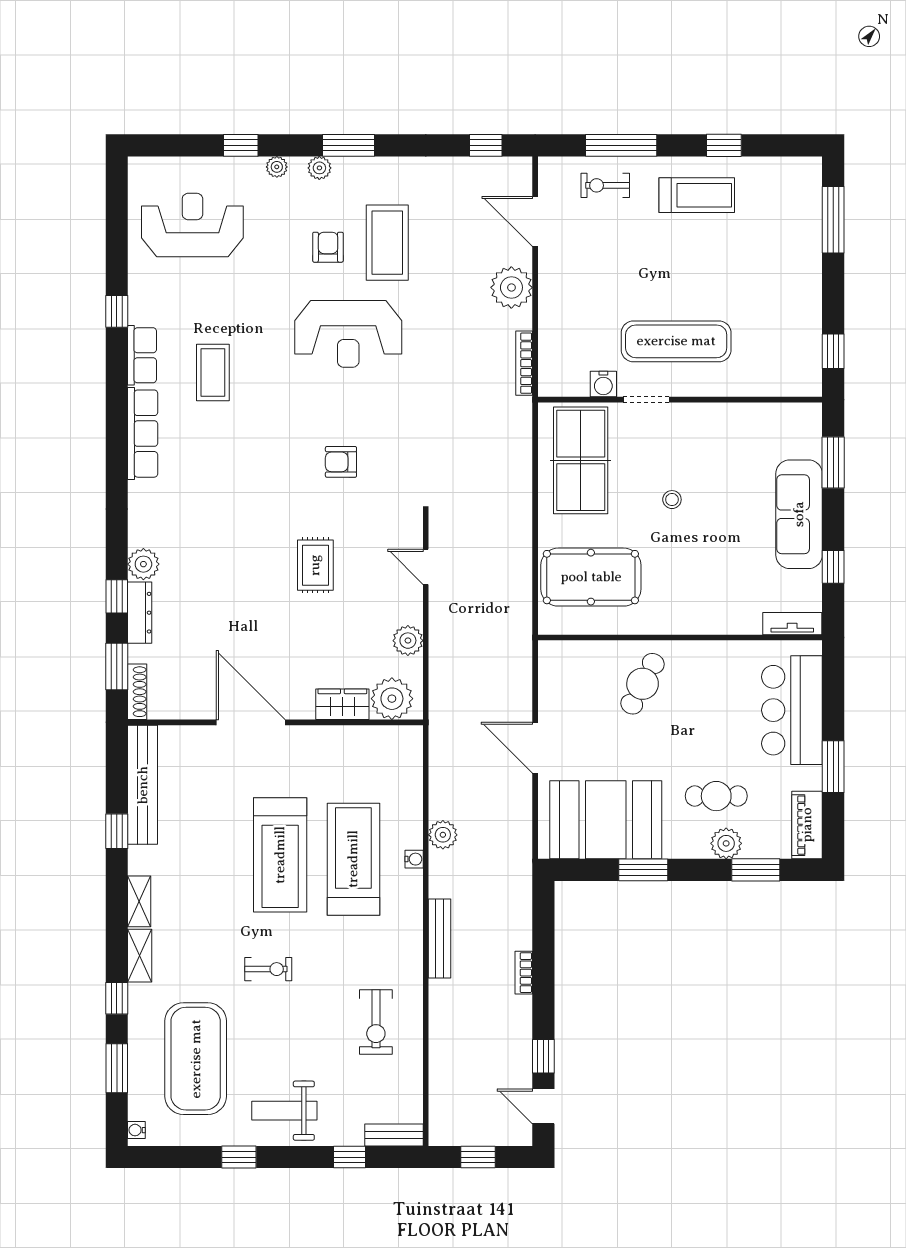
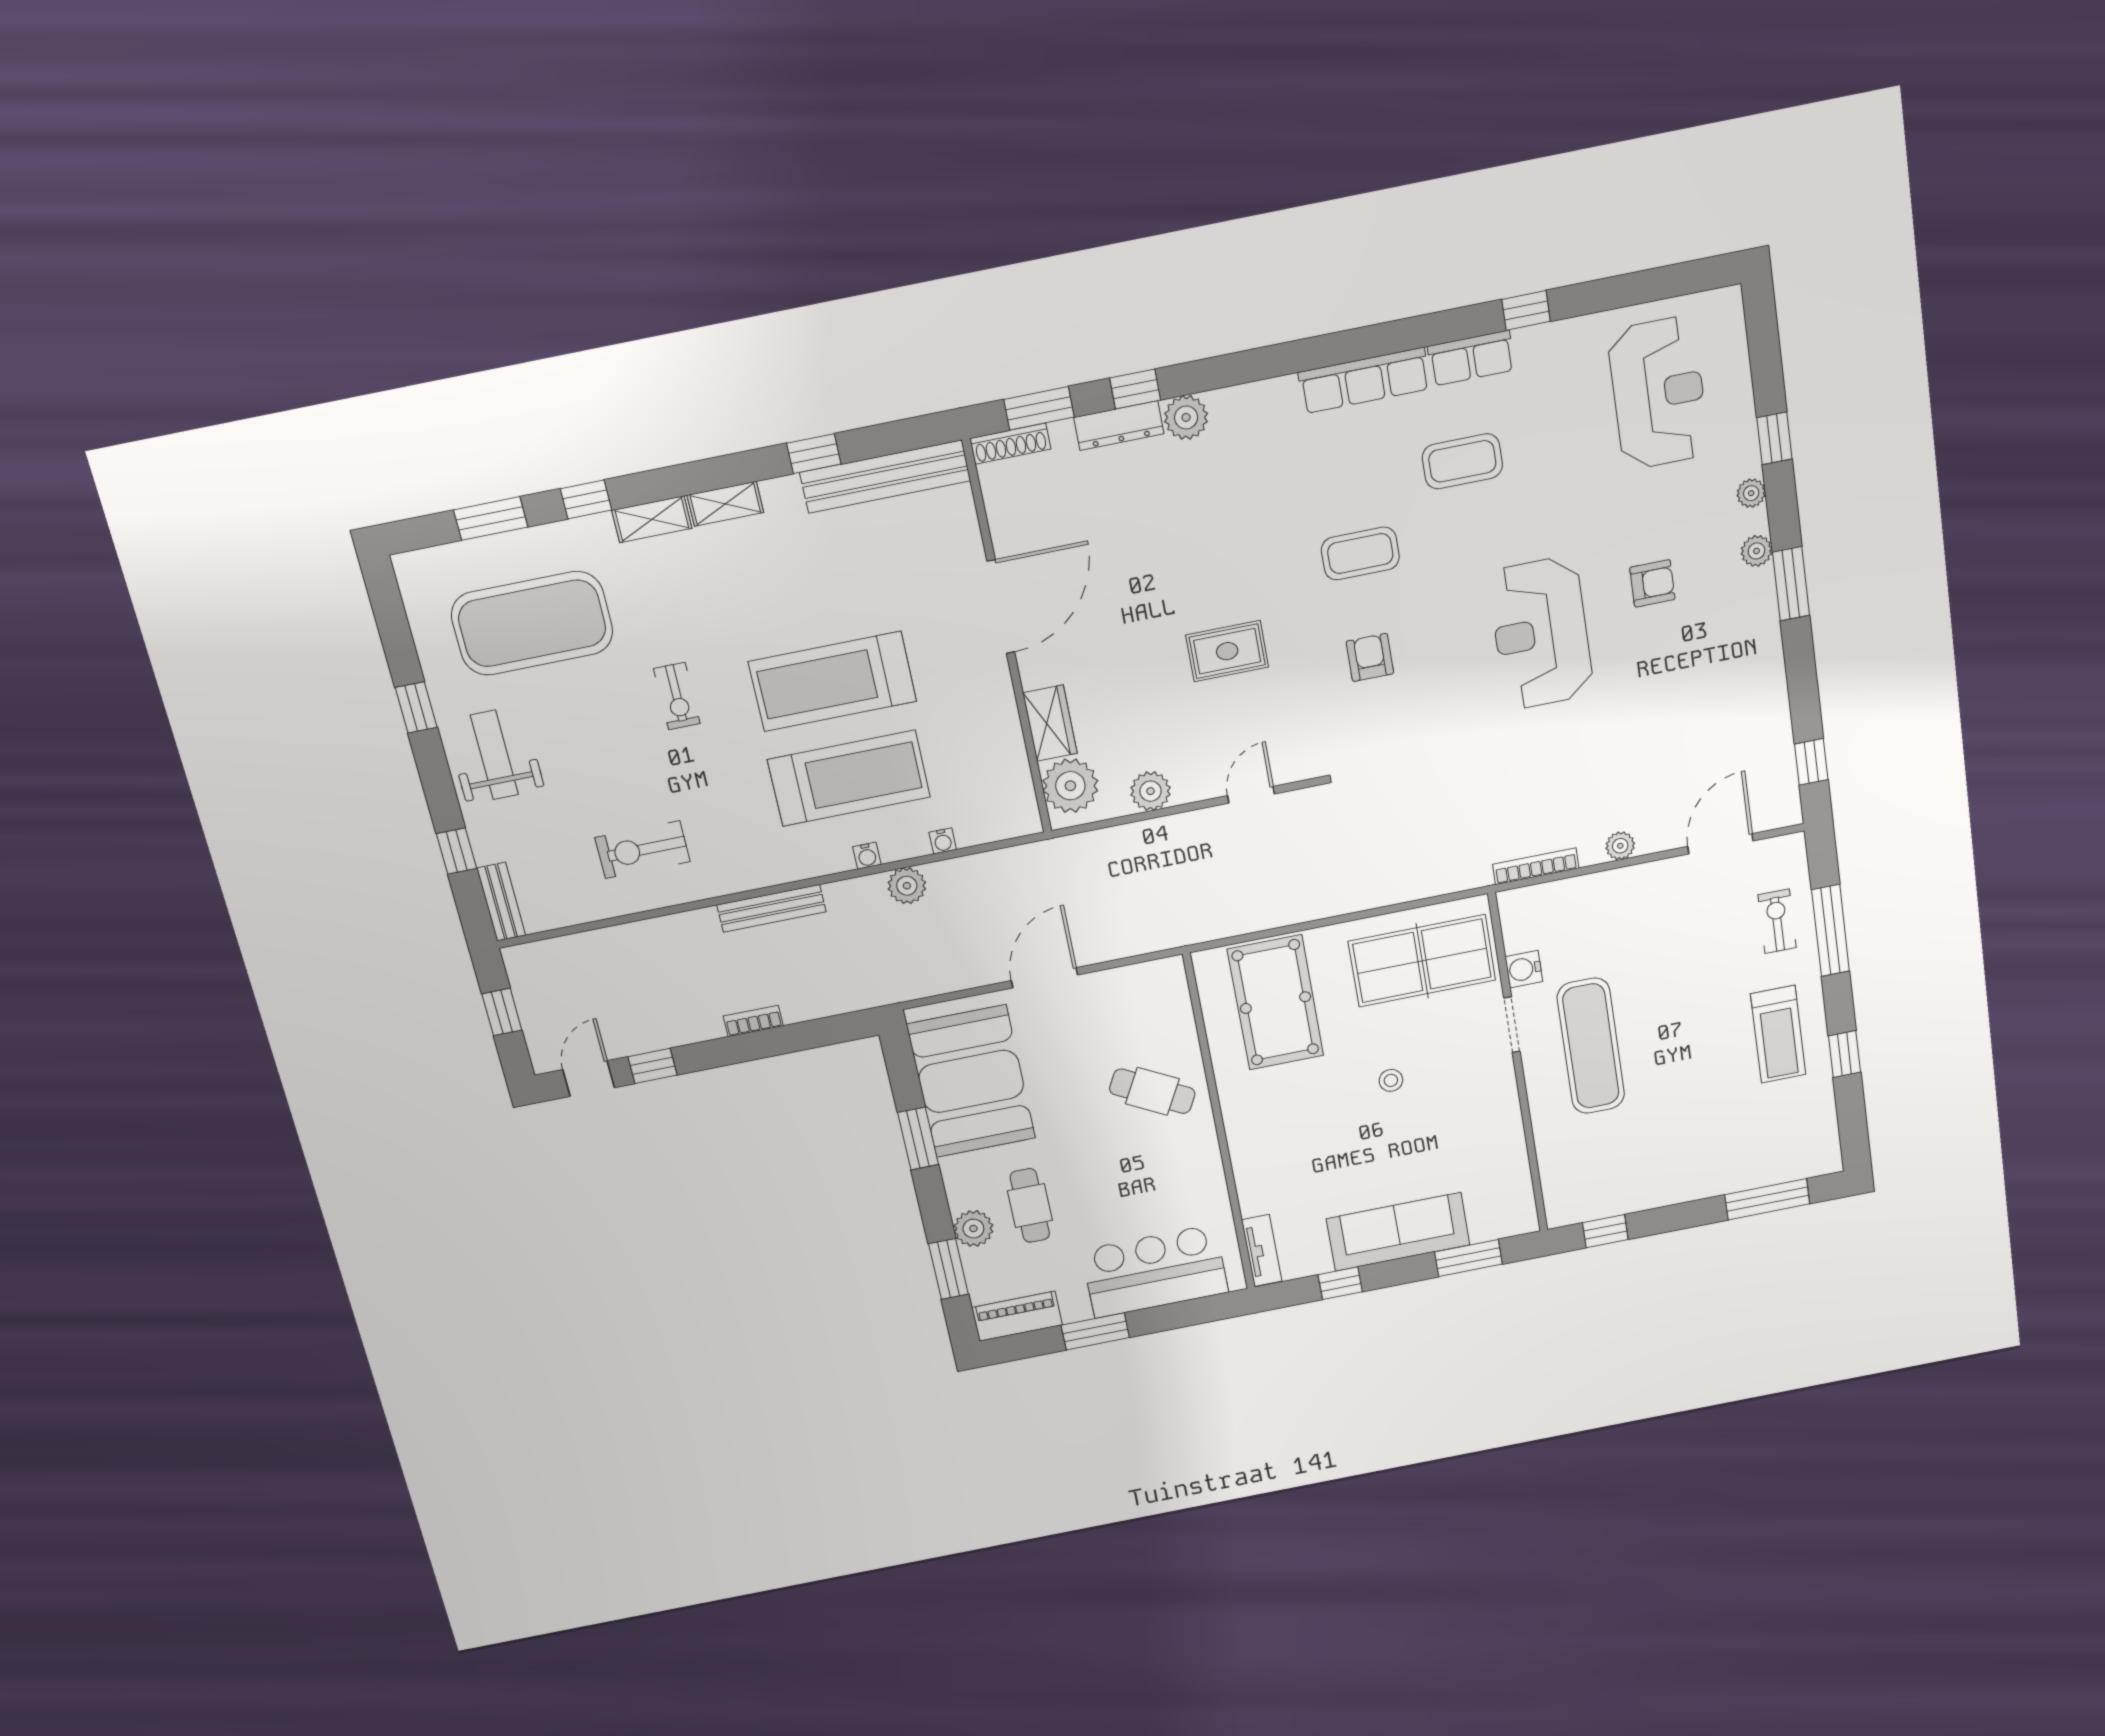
coffee table: (387, 243) -> (1360, 554), moved, width x0.73, depth x0.76
plant: (511, 287) -> (1620, 846), width x0.53, depth x0.53
water cooler: (136, 1130) -> (943, 841), moved, turned 180

